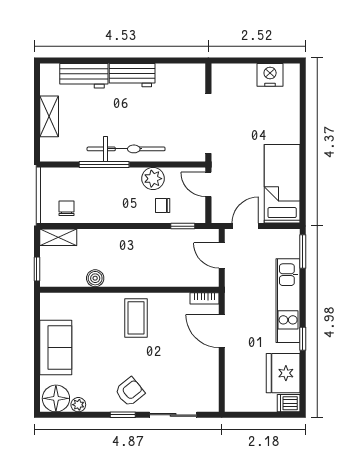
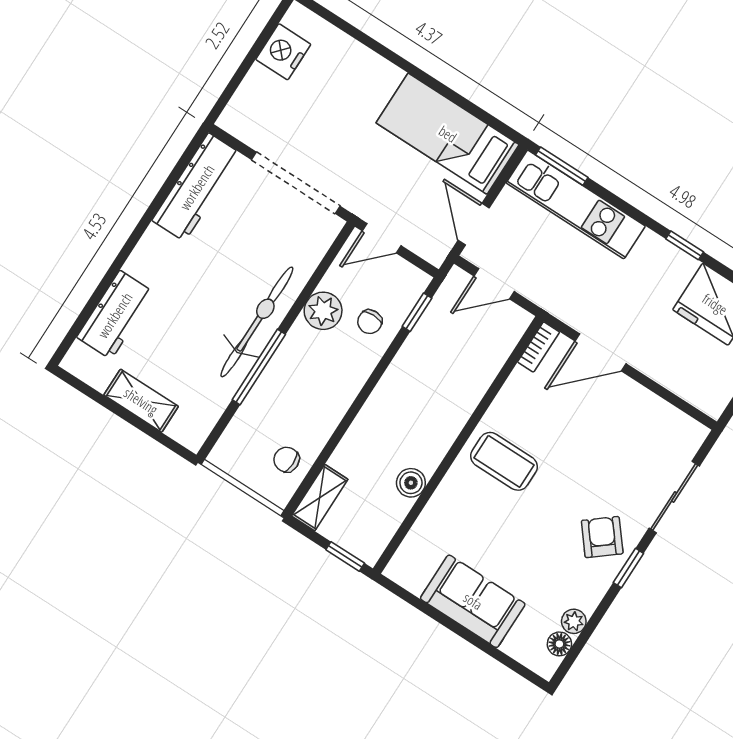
workbench: (132, 75) -> (197, 187), moved, width x1.38
kitchen unit: (288, 301) -> (576, 204), moved
floor lamp: (56, 398) -> (559, 644), width x0.53, depth x0.53

